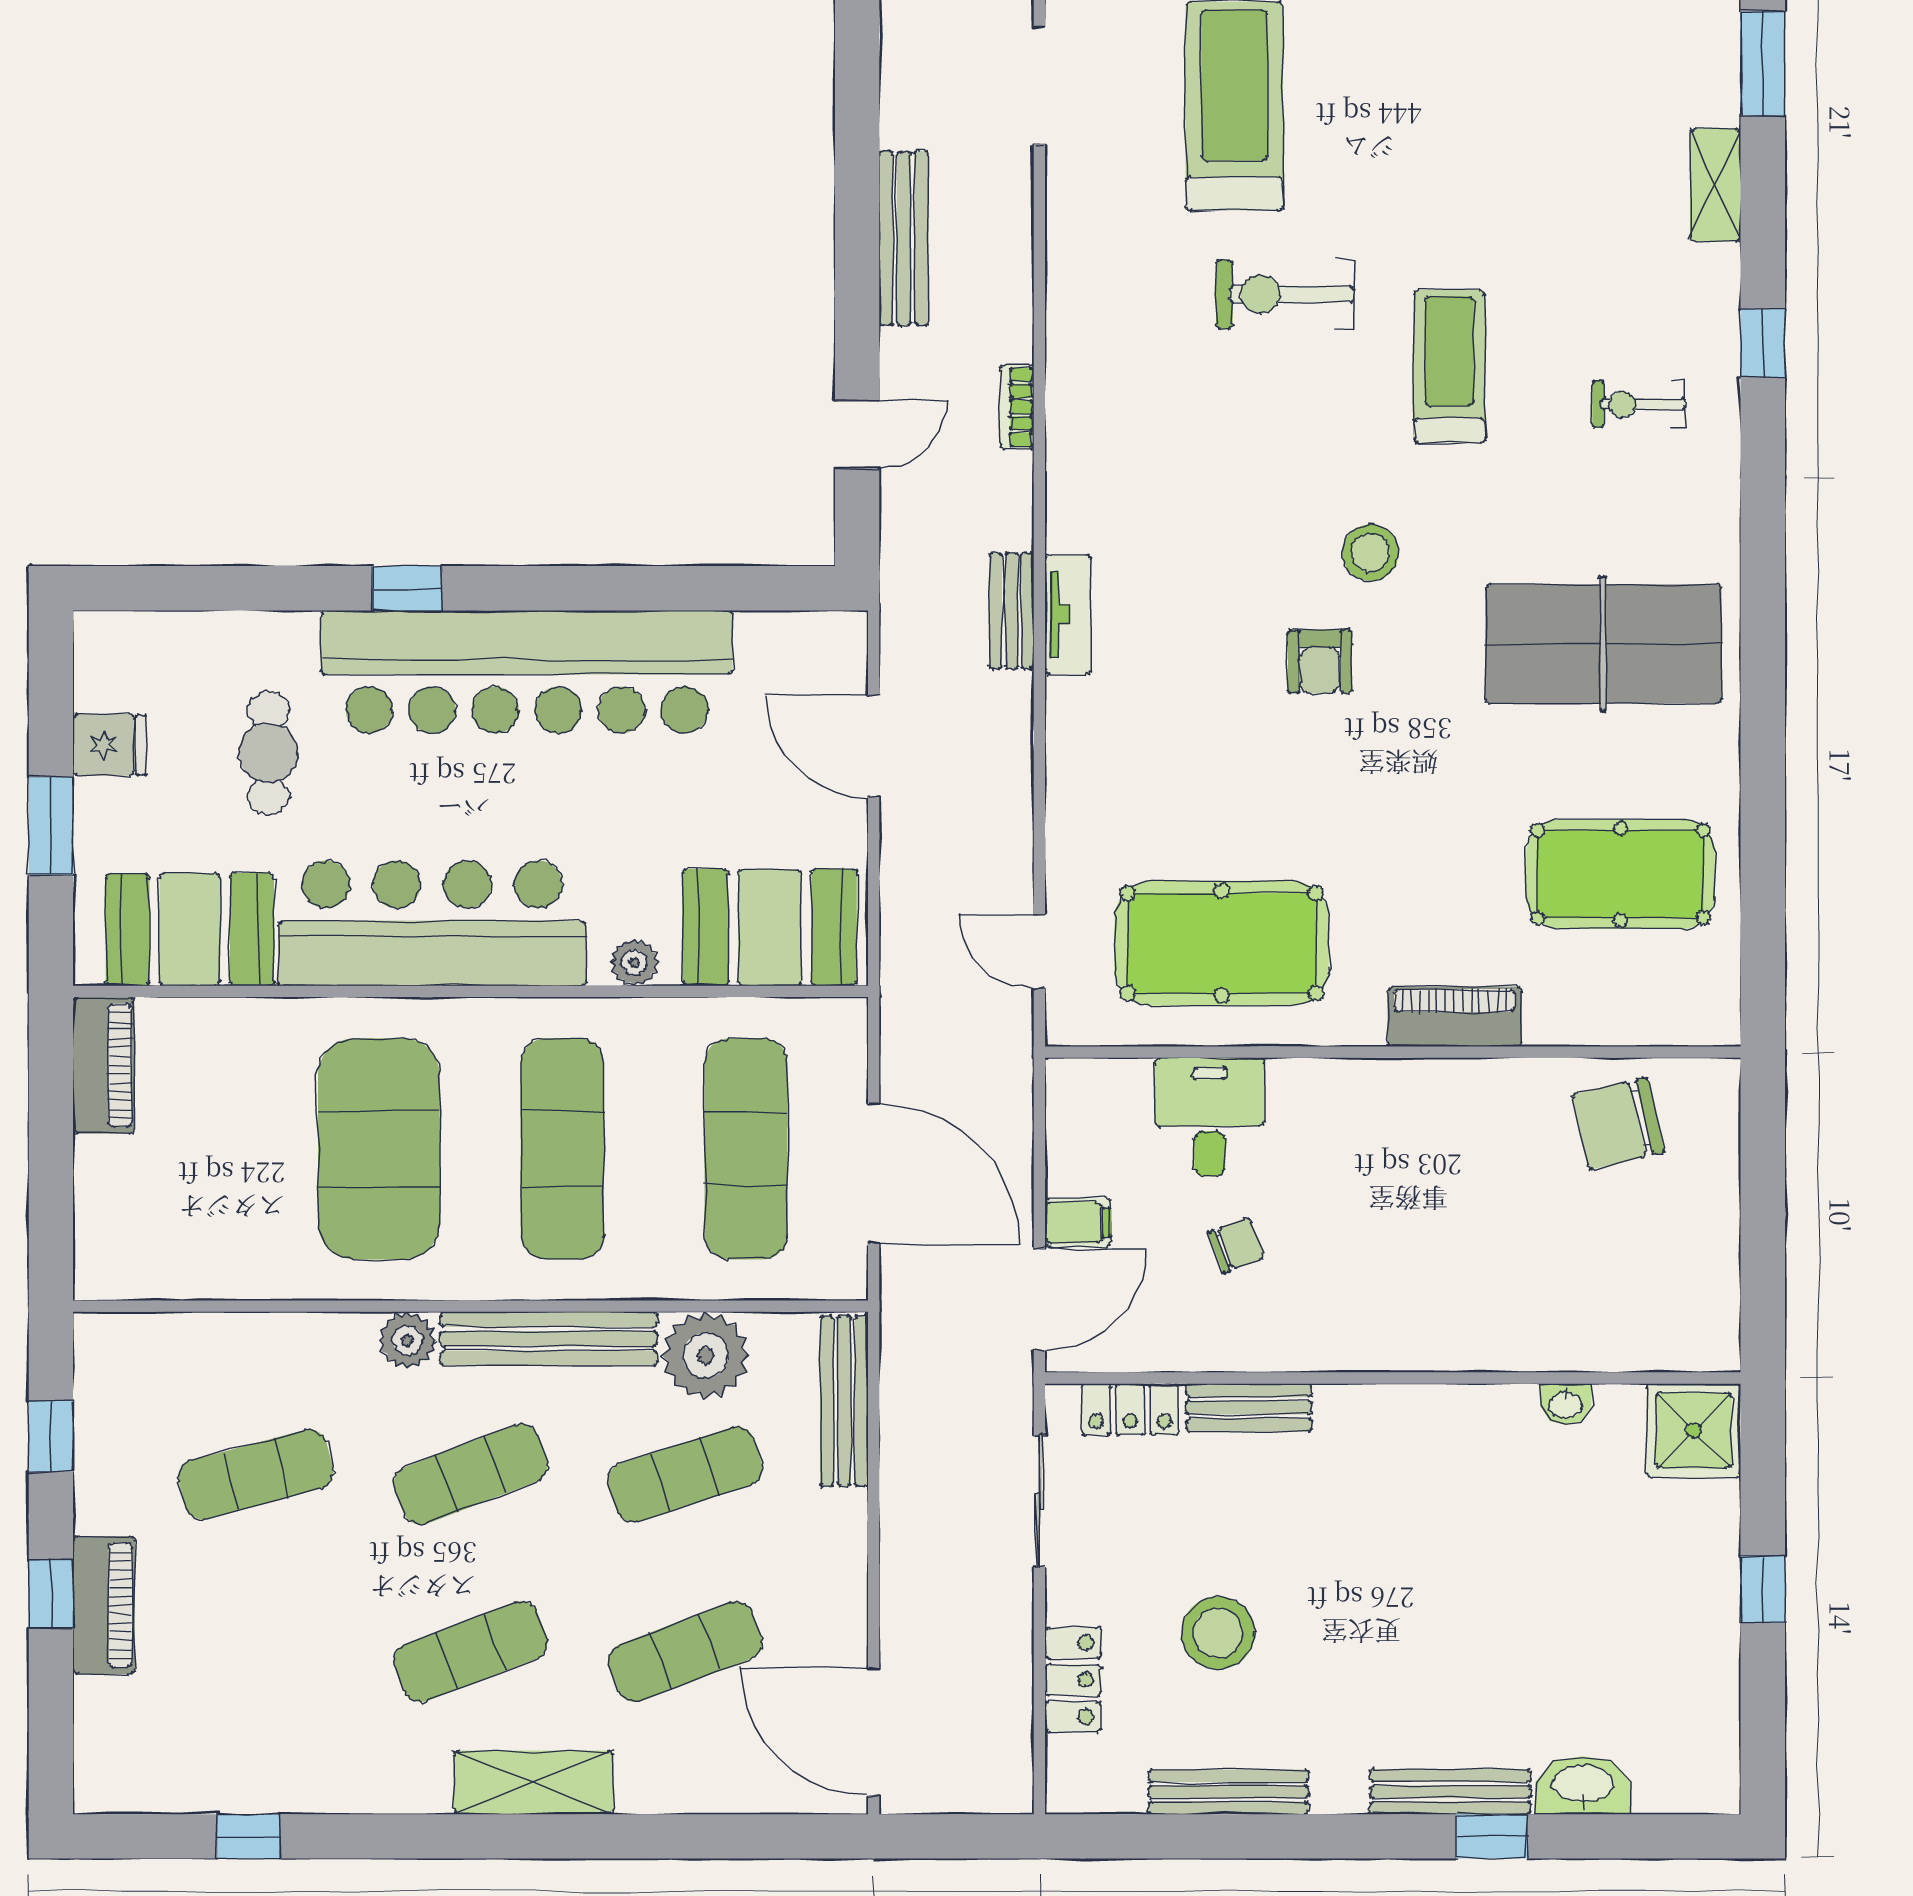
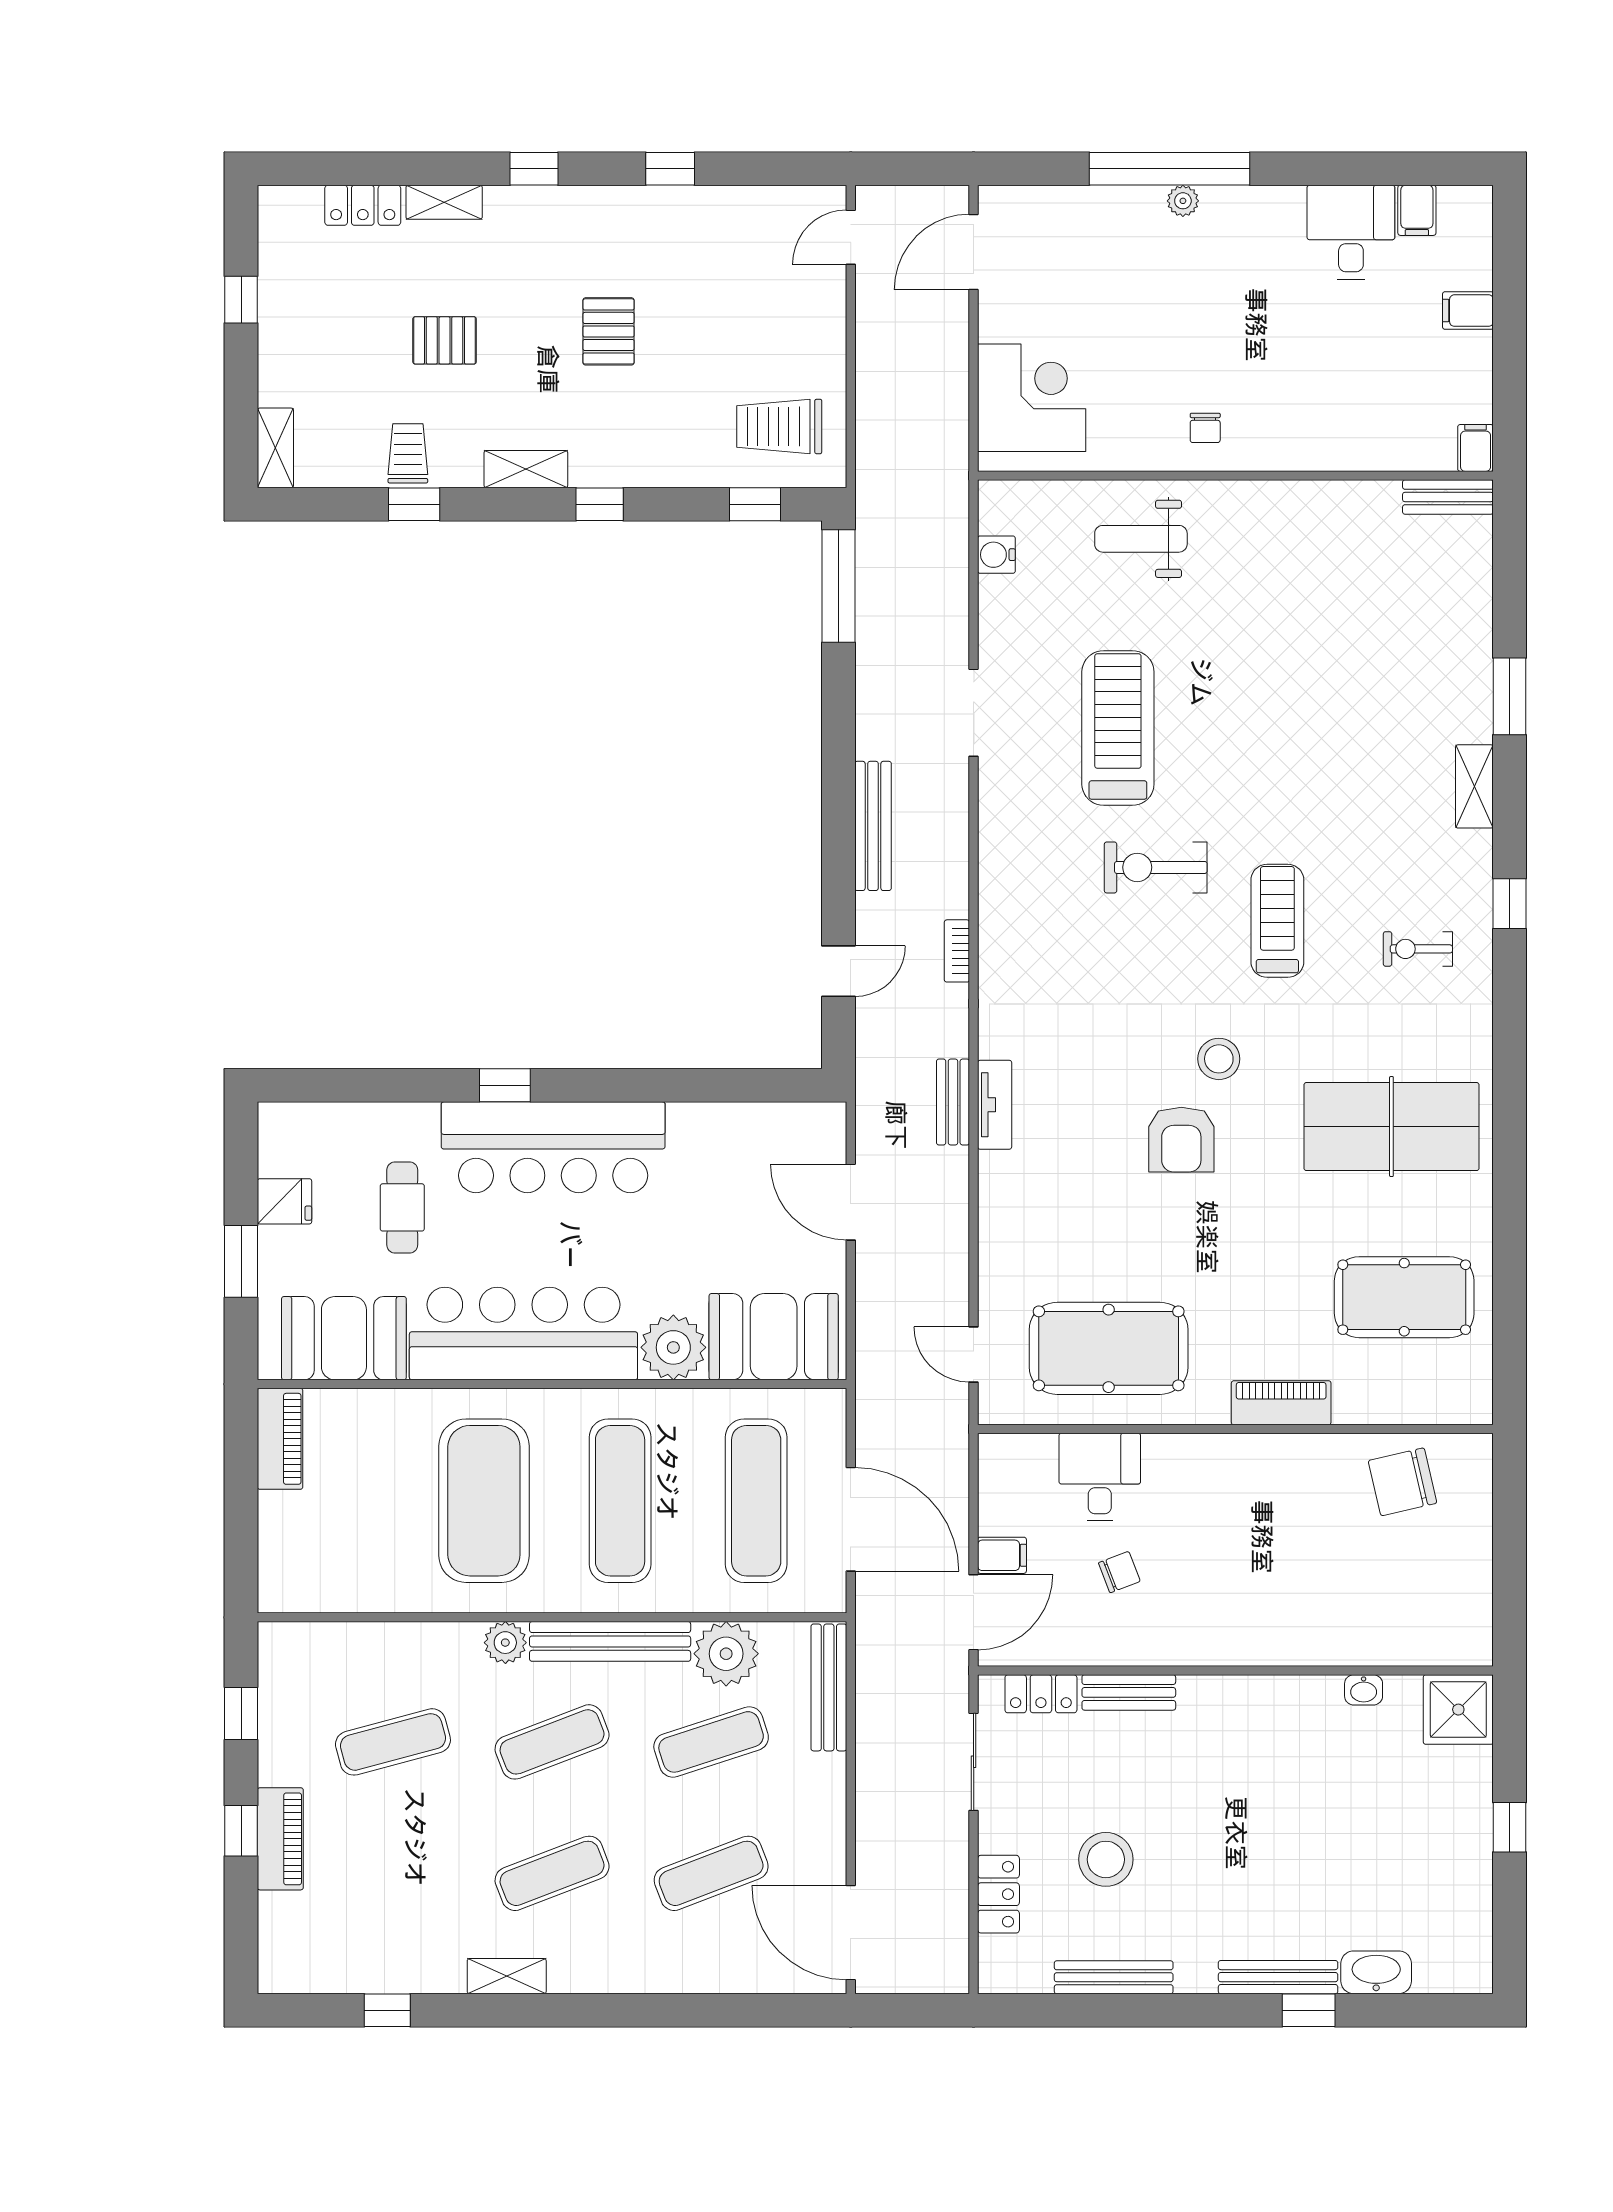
armchair: (1320, 661) -> (1181, 1140), width x1.38, depth x1.38
bar counter: (527, 672) -> (553, 1147), width x0.73
plant: (634, 962) -> (673, 1347), width x1.88, depth x1.88
shelving: (533, 1782) -> (507, 1976), moved, width x0.67, depth x0.75

